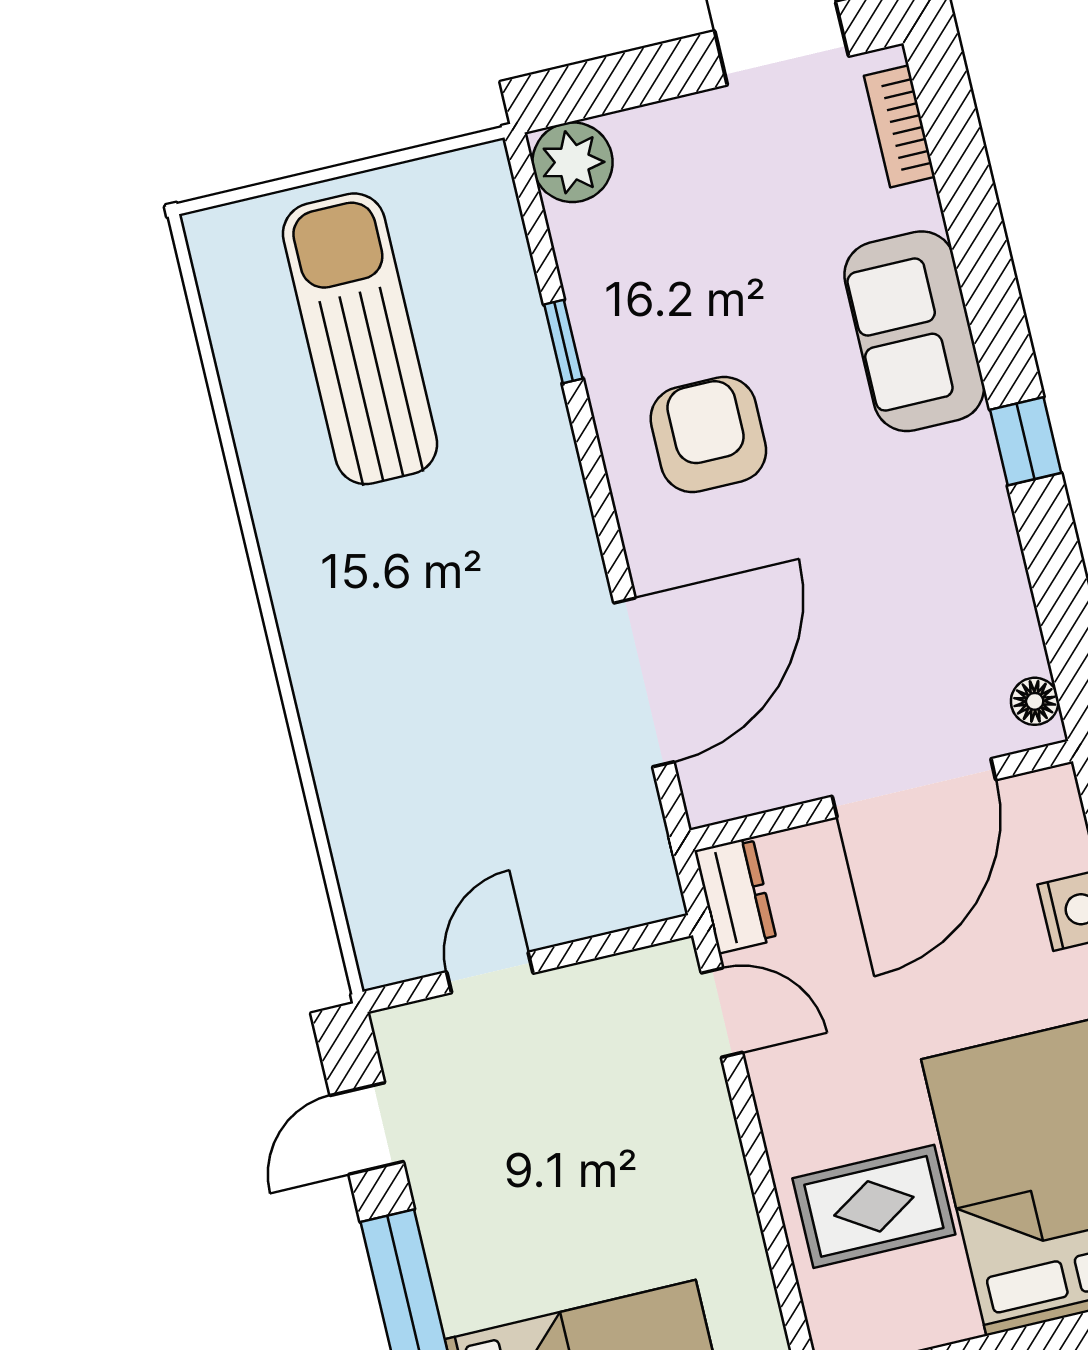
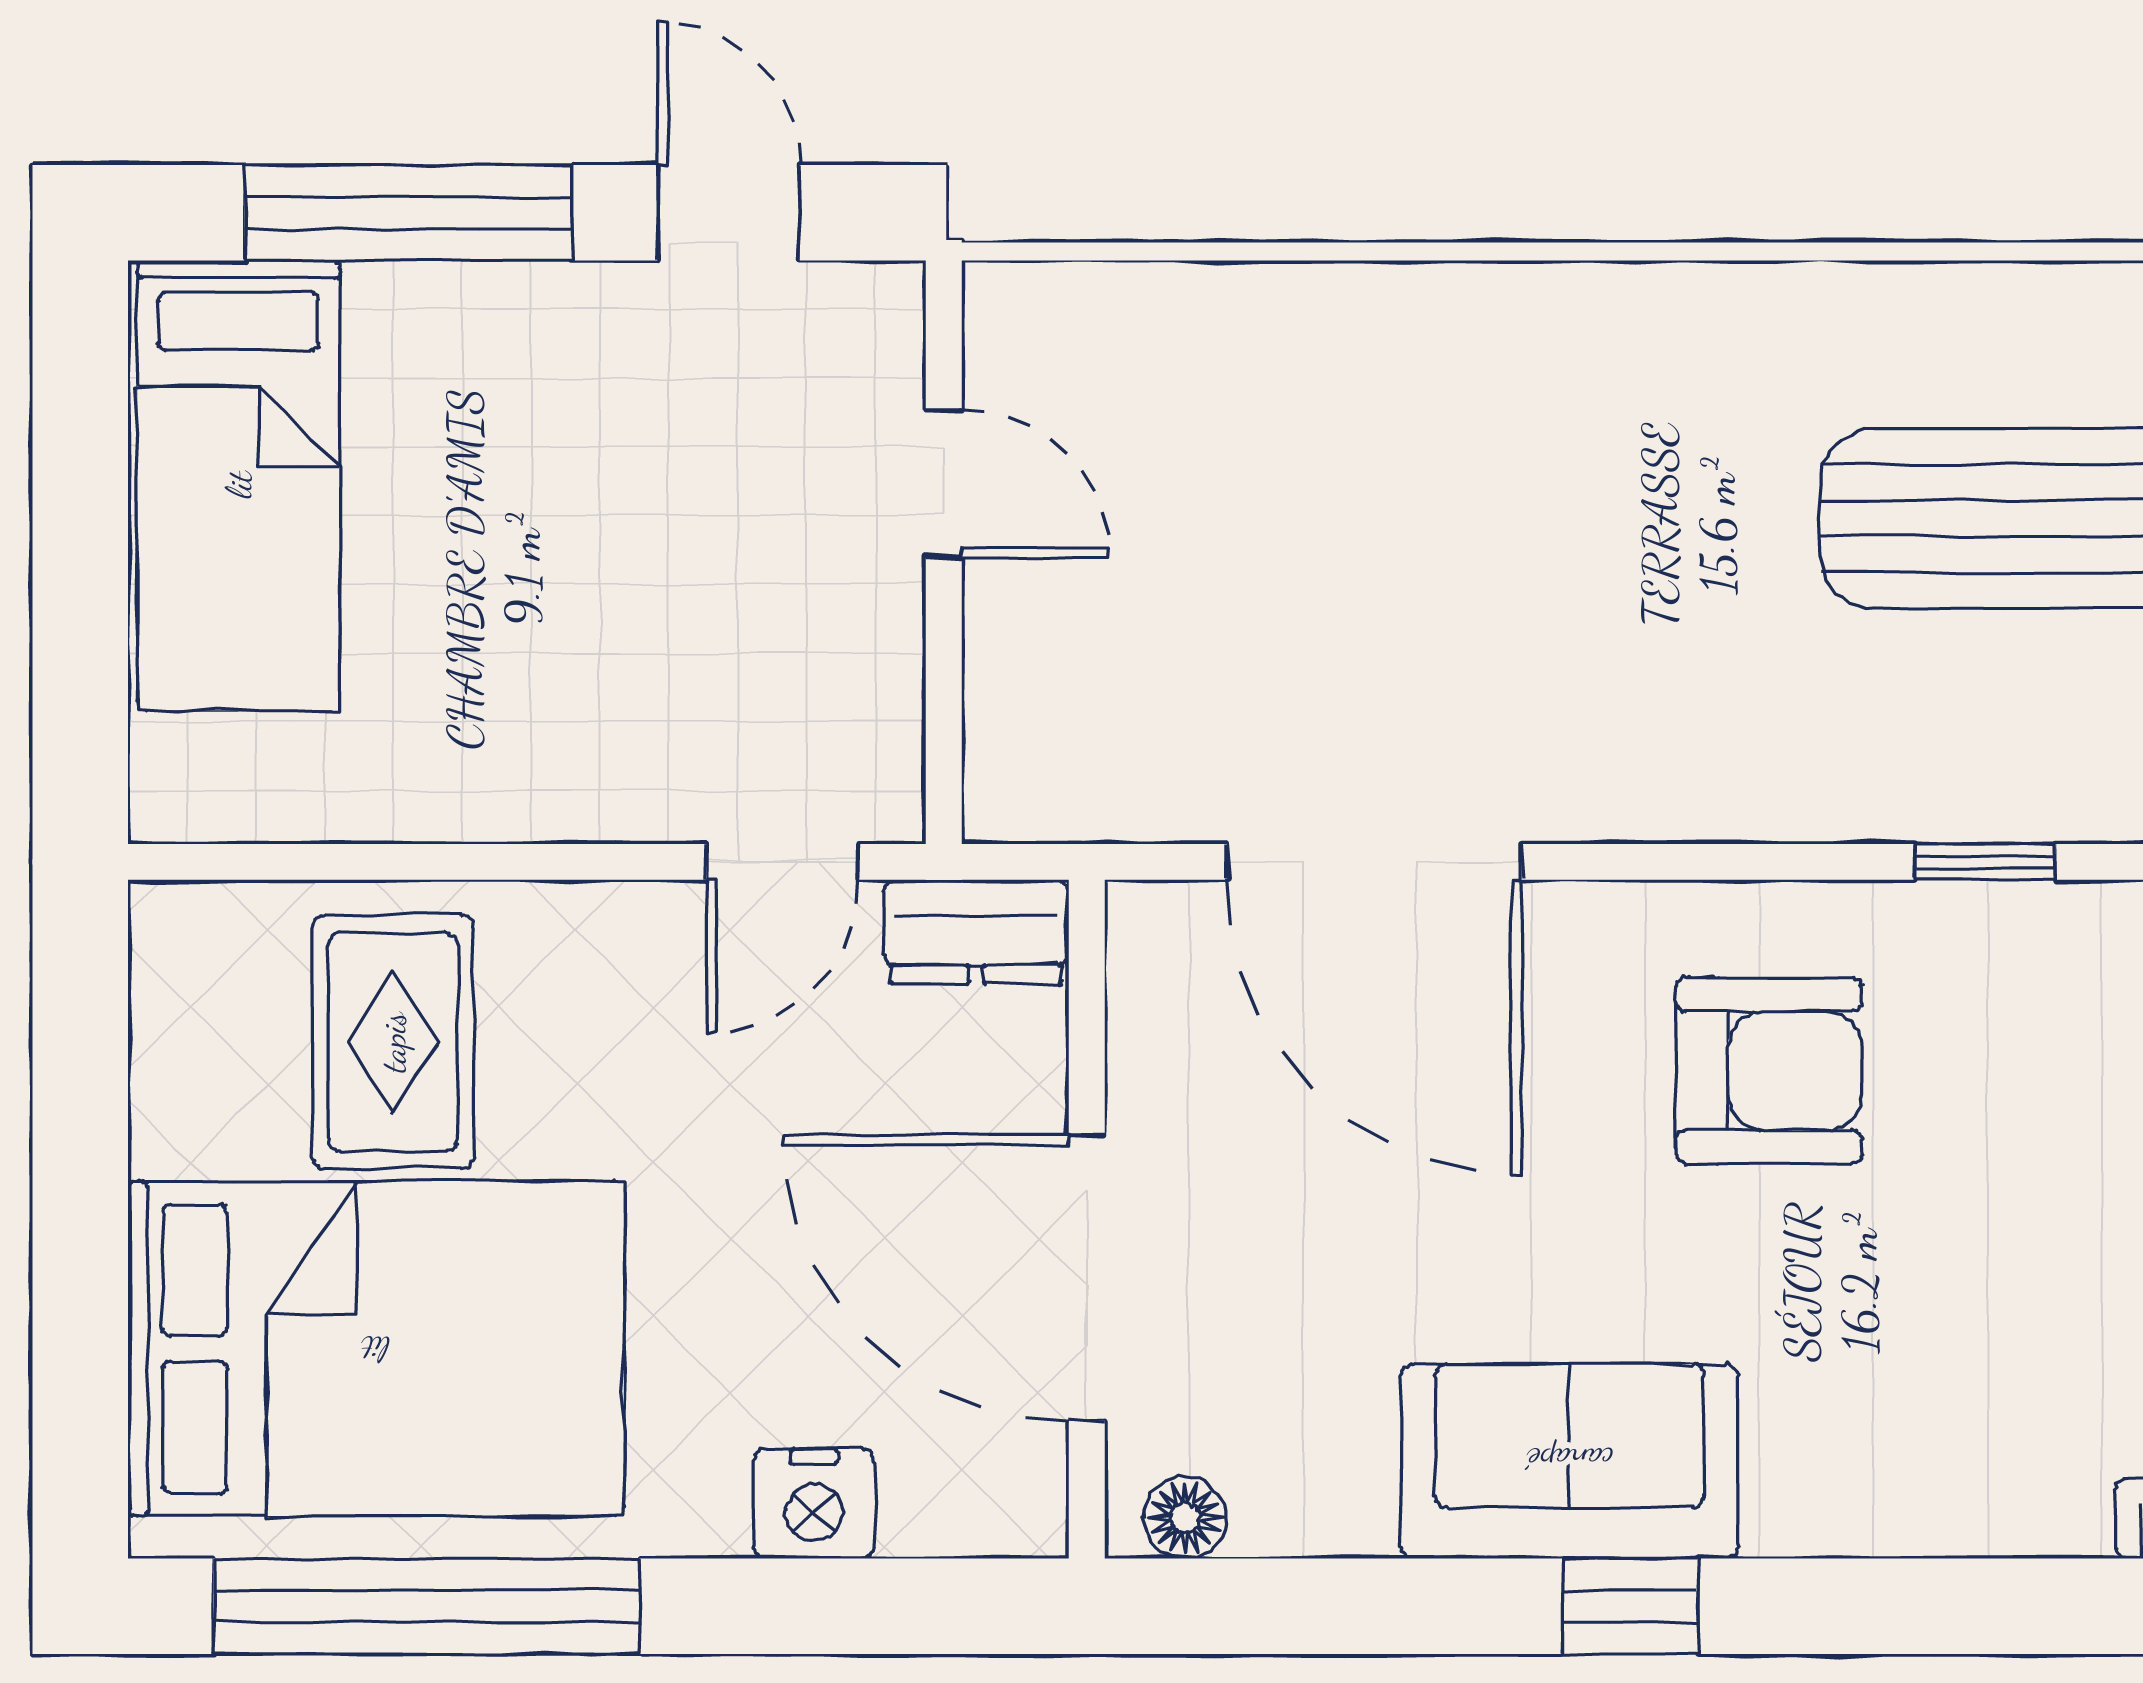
sofa: (914, 331) -> (1570, 1461), moved

